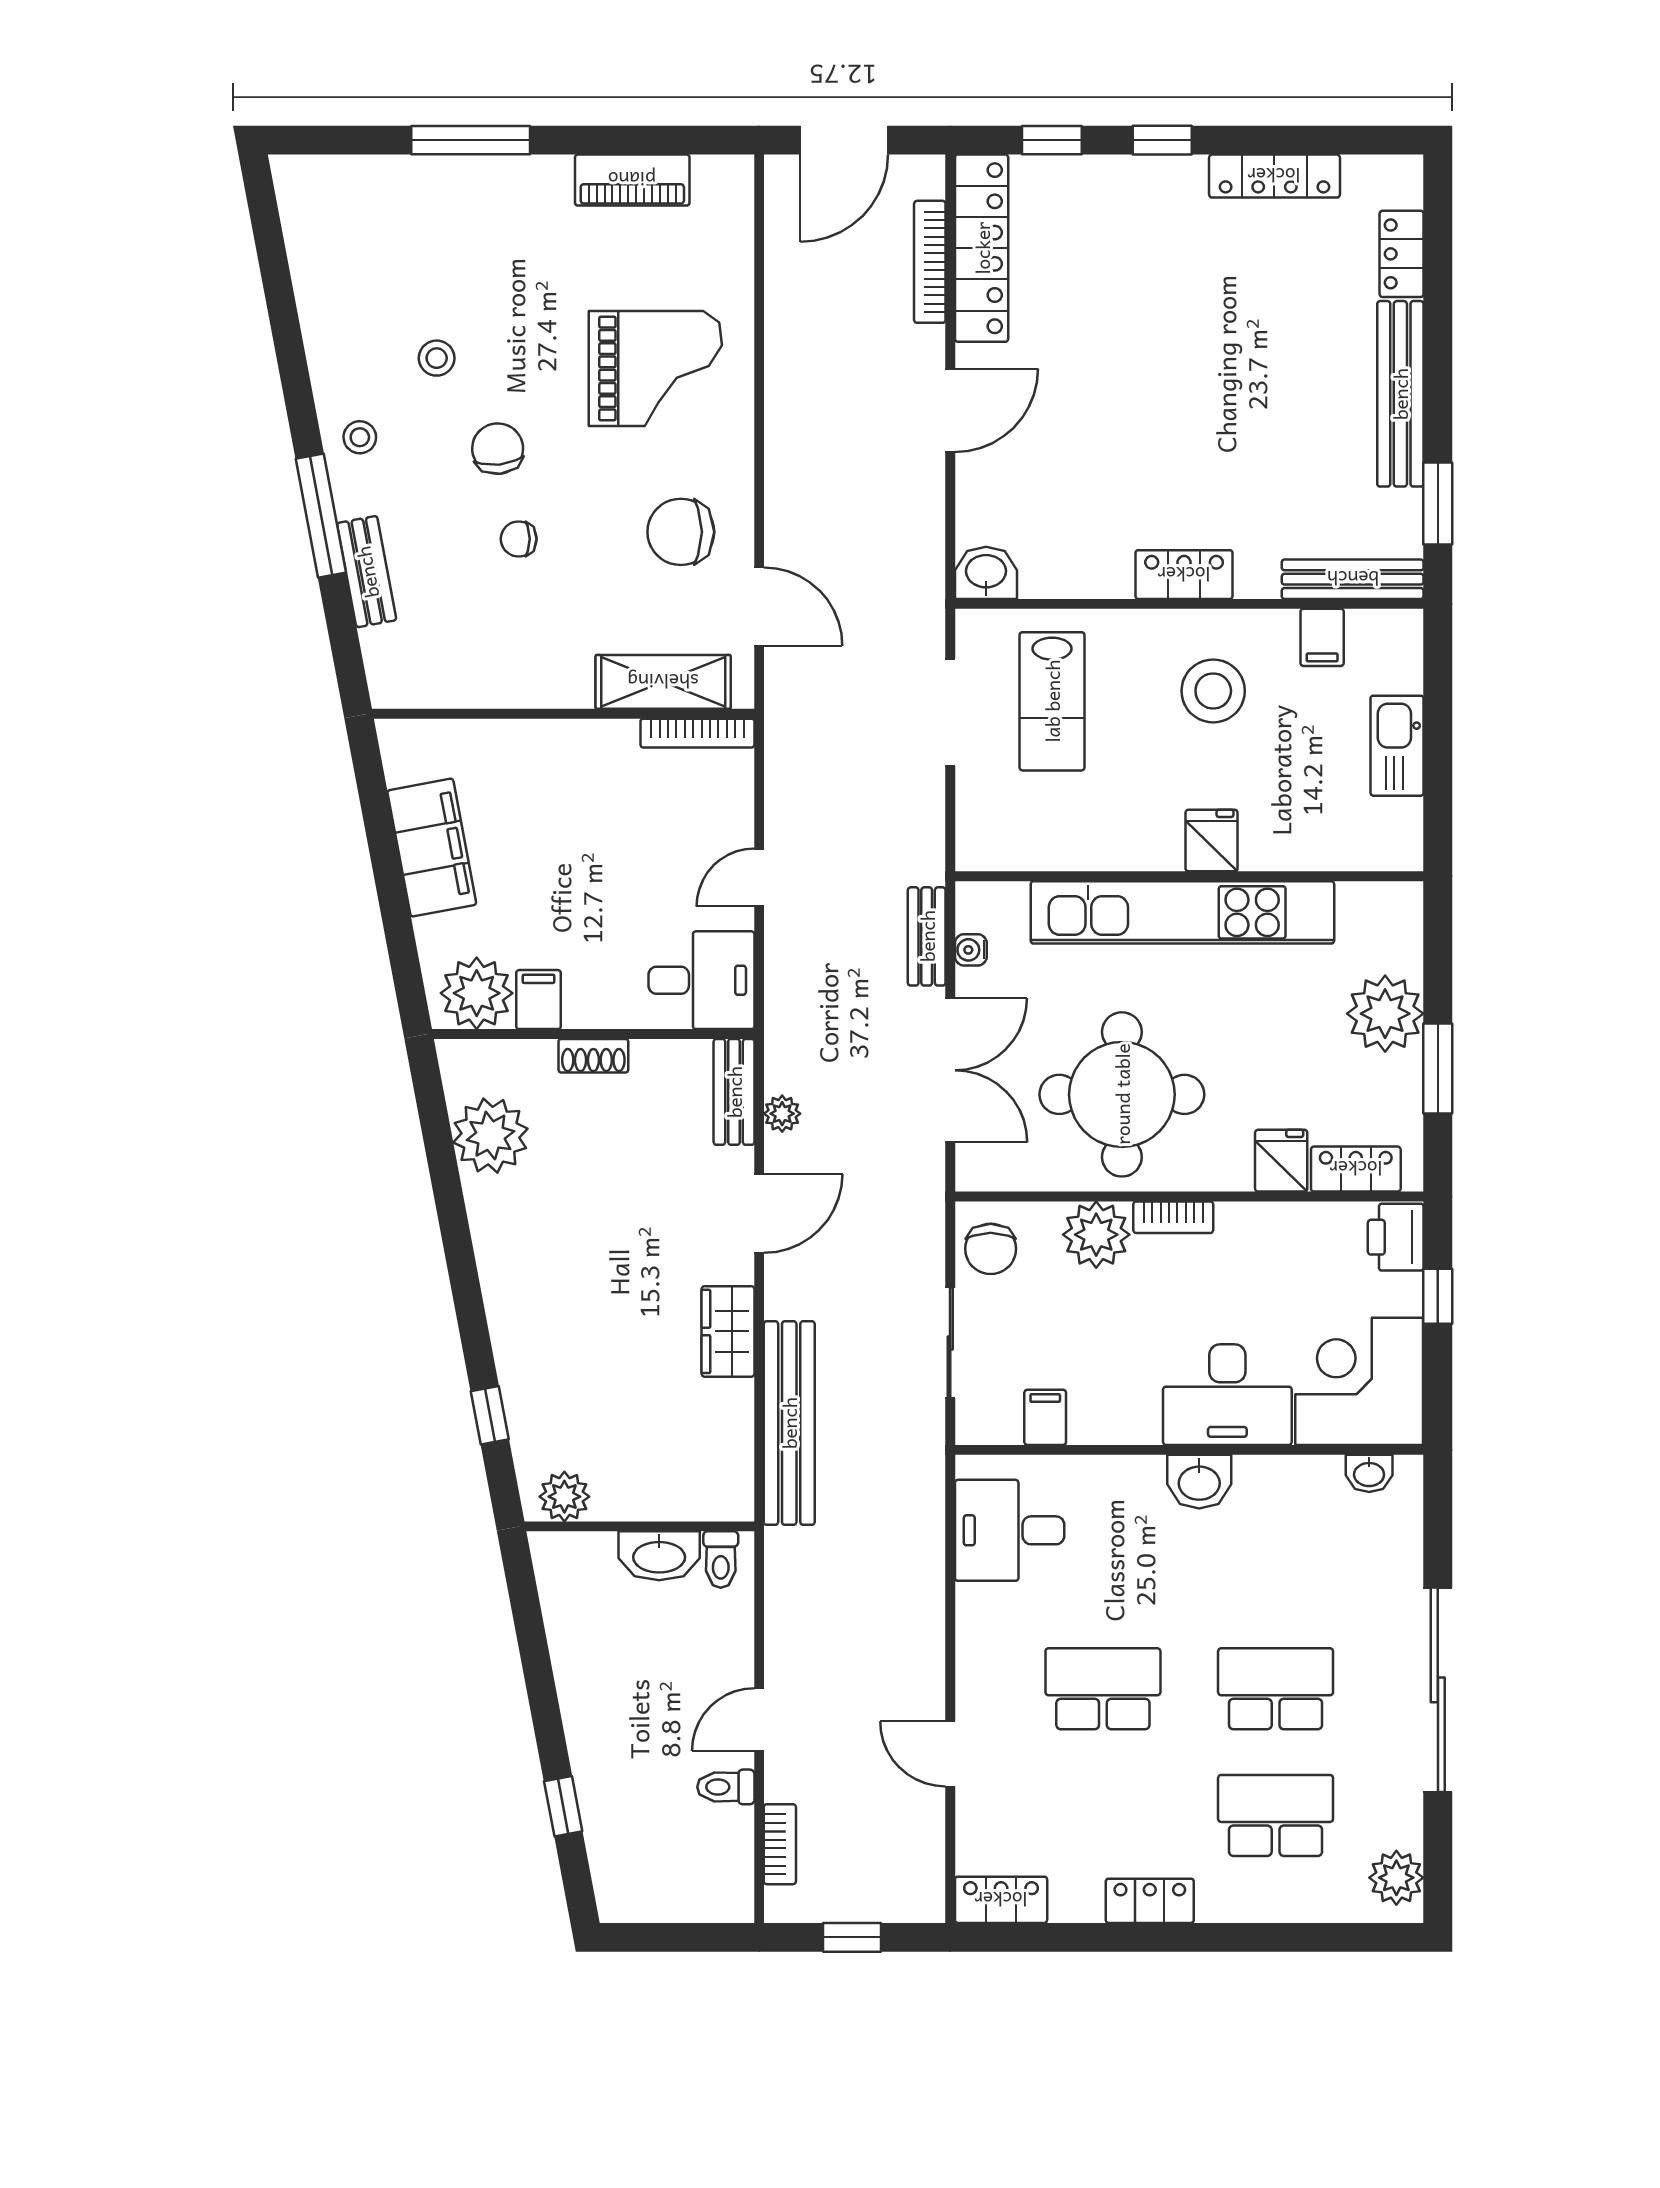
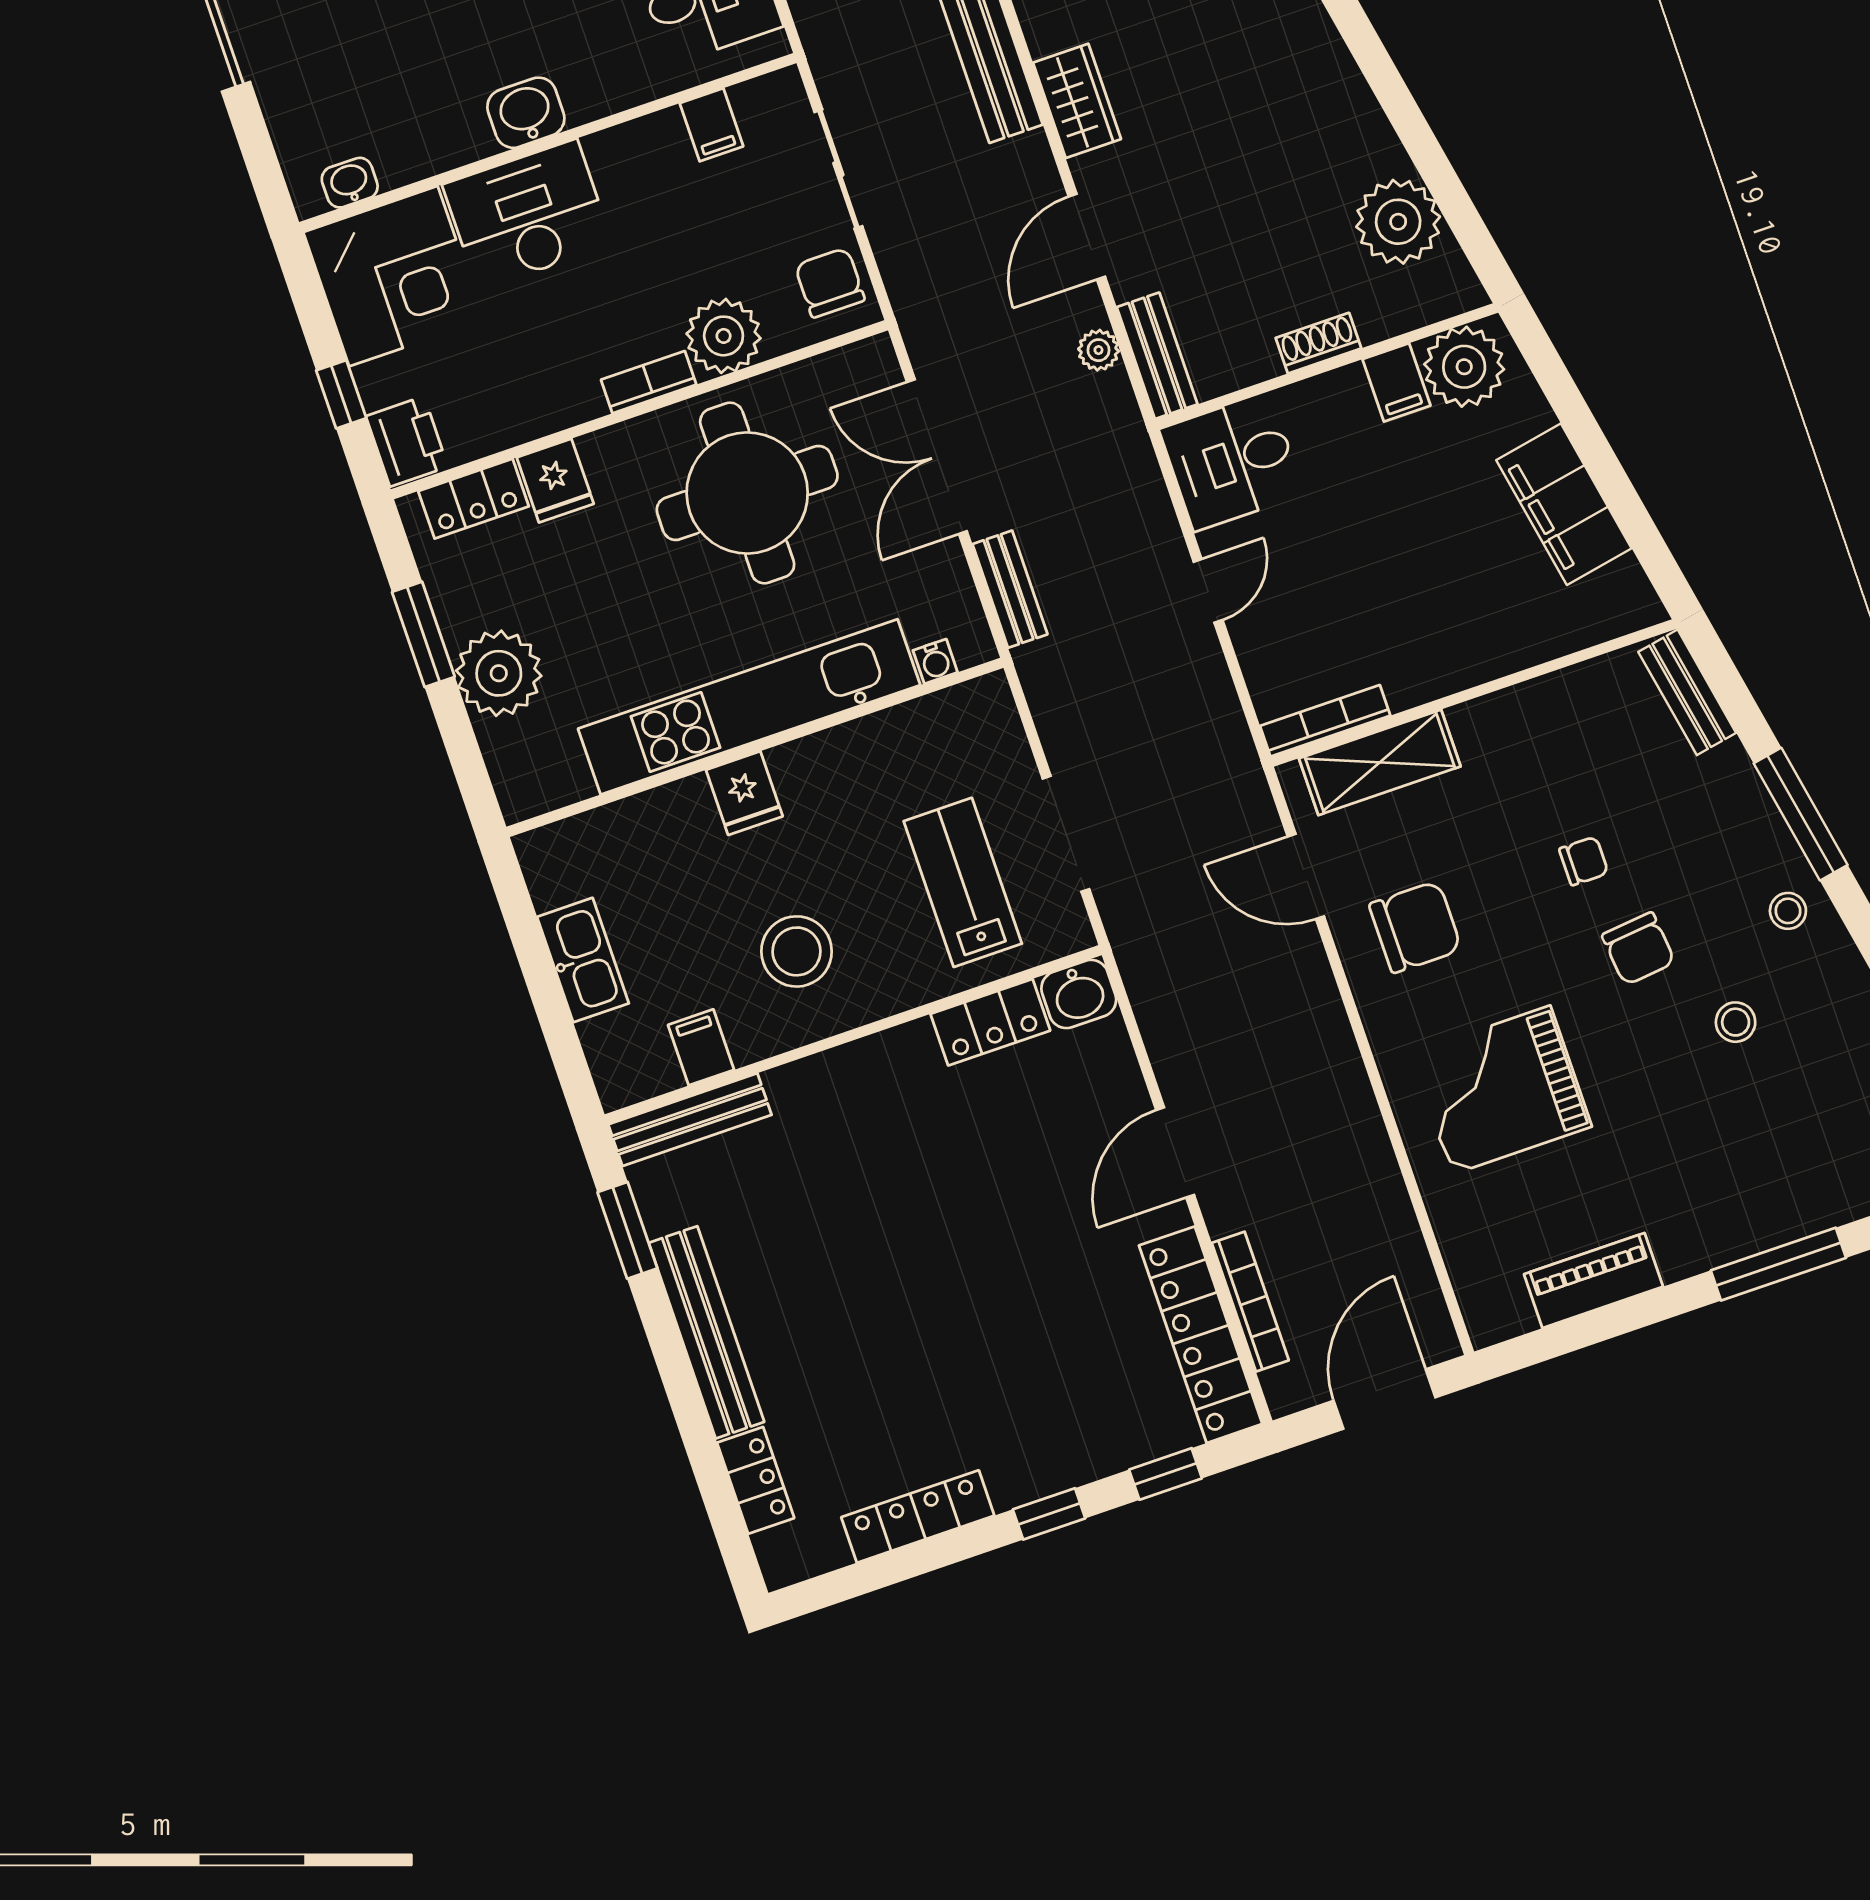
bench: (367, 572) -> (1687, 692), moved
locker: (1184, 575) -> (990, 1022), moved
water cooler: (971, 950) -> (935, 661), moved, turned 90

